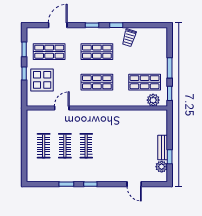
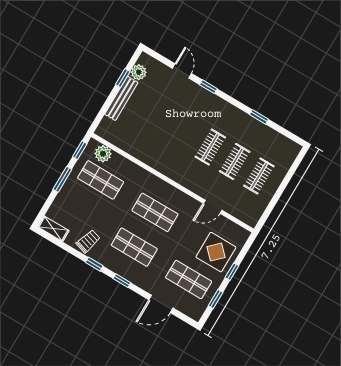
shelving: (156, 32) -> (53, 229), added
bench: (163, 148) -> (121, 98), width x1.36
window: (90, 184) -> (208, 87), moved

